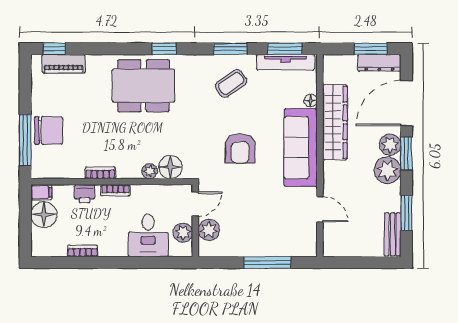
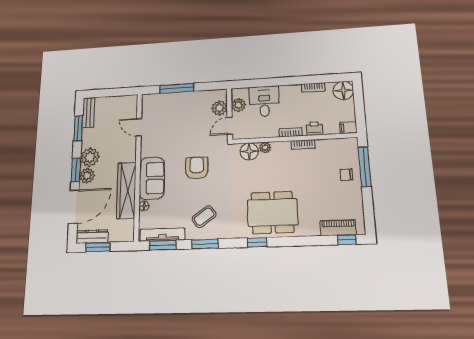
chair: (48, 130) -> (346, 175), width x0.54, depth x0.54
sofa: (301, 148) -> (152, 178), width x0.73
floor lamp: (44, 215) -> (343, 91), moved

